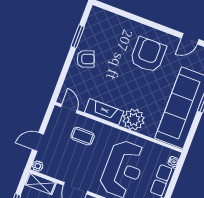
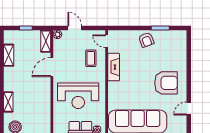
door: (190, 39) -> (189, 109), hinge flipped
door: (69, 109) -> (107, 41), swing flipped
plant: (134, 119) -> (116, 90), removed

